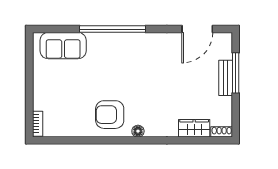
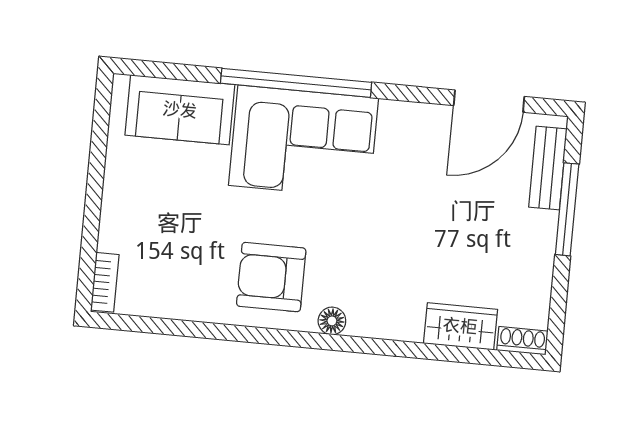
corner sofa: (118, 54) -> (304, 142), added
bench: (226, 78) -> (548, 168), moved

